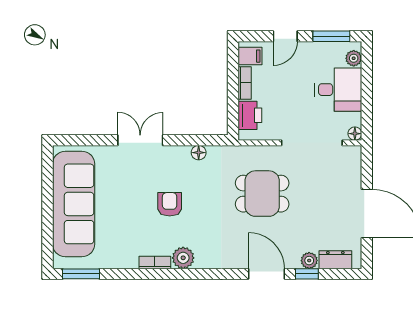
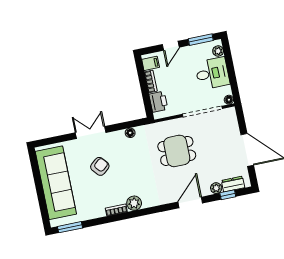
armchair: (170, 204) -> (100, 166), moved, turned 50
door: (266, 274) -> (190, 202), hinge flipped
window: (307, 274) -> (228, 195), moved

